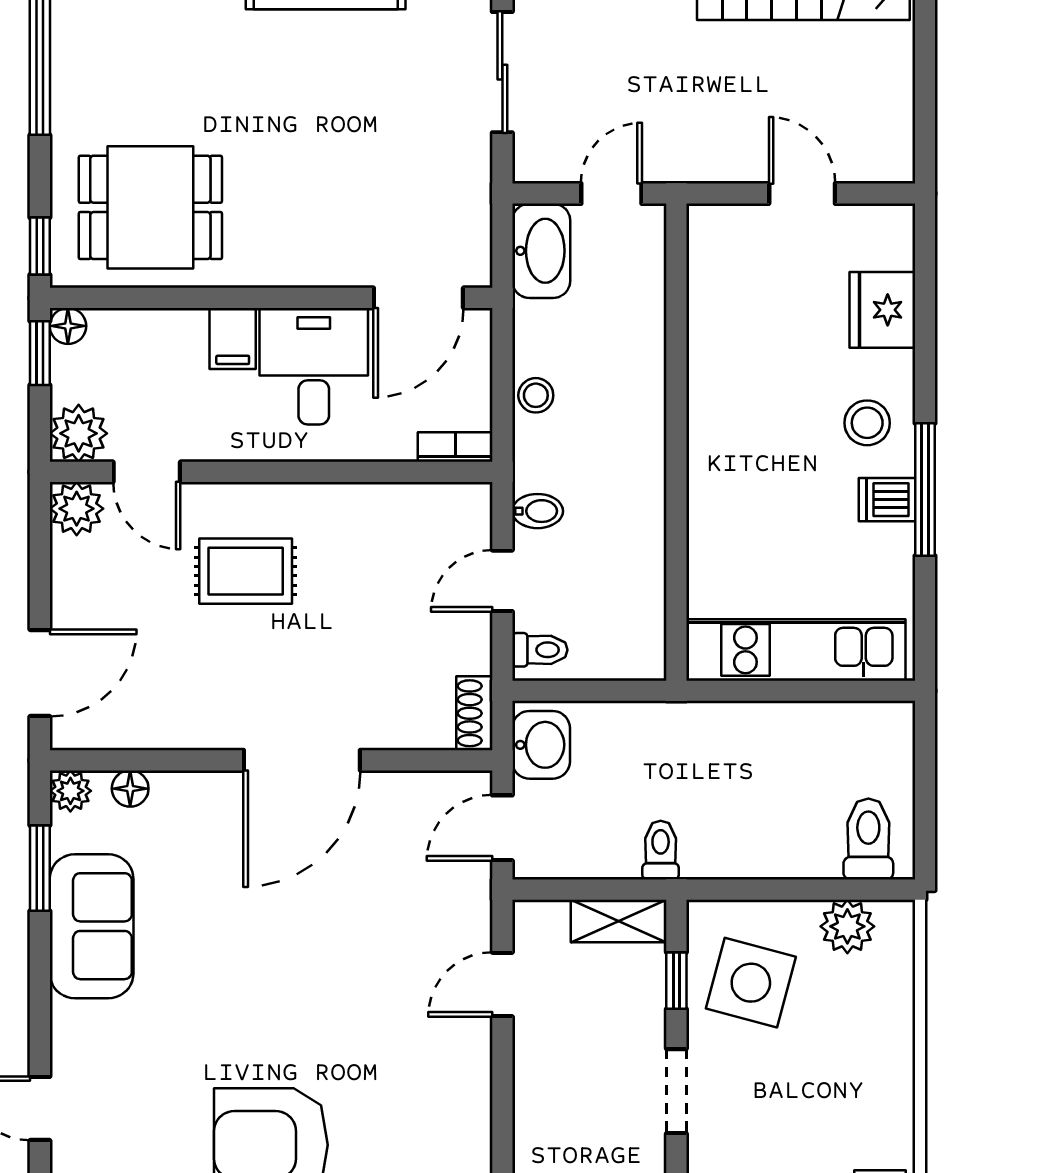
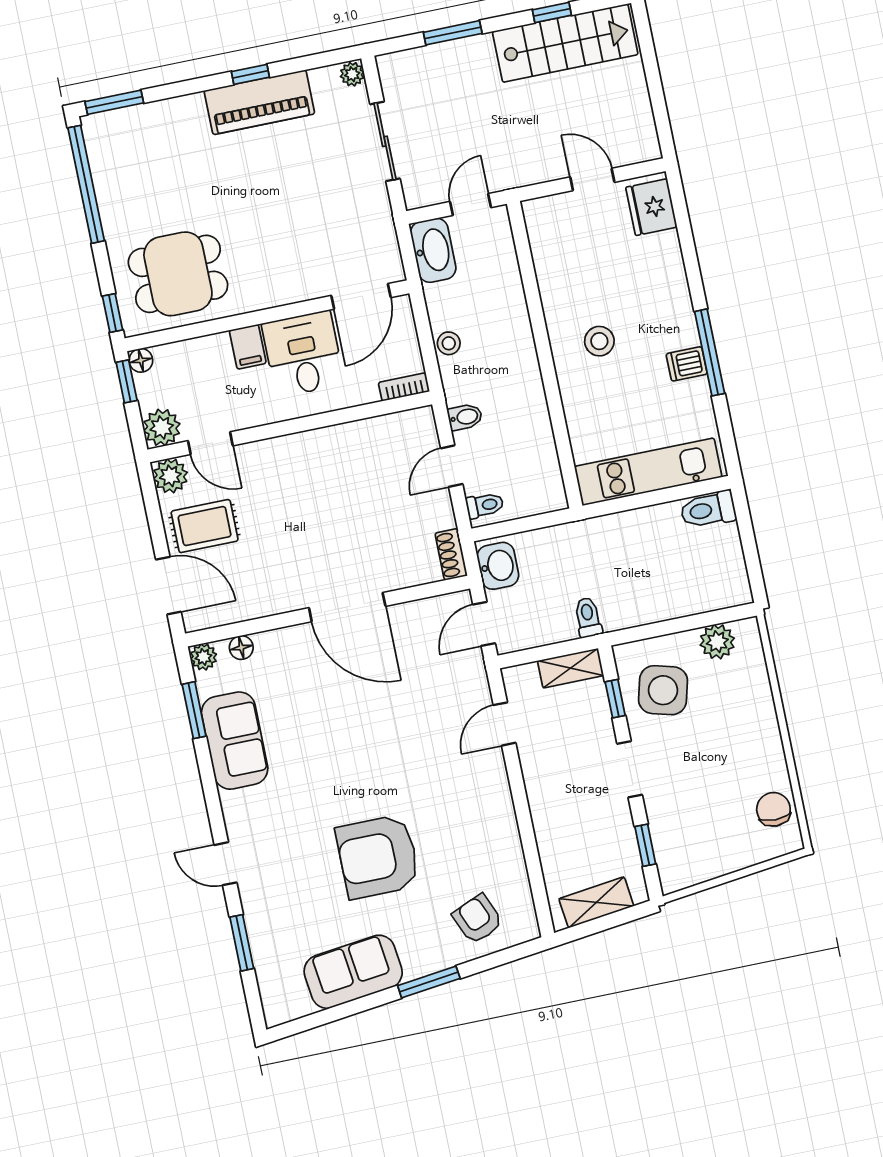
fridge: (882, 310) -> (651, 207), moved
stool: (867, 423) -> (599, 341), moved
rug: (246, 571) -> (205, 526), moved
door: (40, 673) -> (168, 586), hinge flipped
door: (302, 760) -> (347, 607), hinge flipped
toilet: (868, 839) -> (708, 510), moved, turned -90

